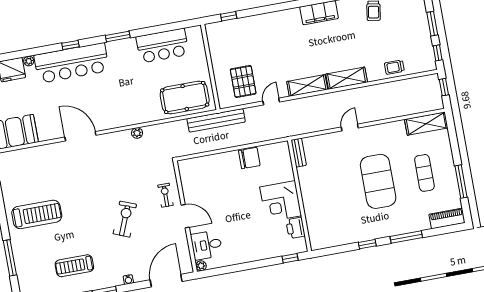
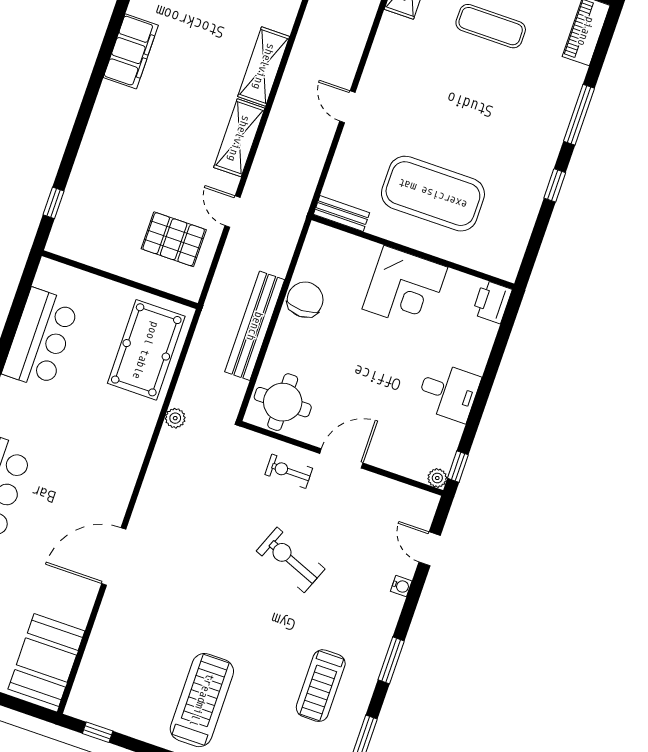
bench: (216, 120) -> (255, 326), moved
plant: (137, 133) -> (175, 418), moved
round table: (196, 174) -> (283, 402), added
exercise mat: (378, 181) -> (433, 194), moved
printer: (296, 228) -> (492, 302), moved, turned 90
desk: (207, 245) -> (449, 392), moved, turned -90
window: (290, 258) -> (458, 467), moved
water cooler: (128, 280) -> (401, 586), moved
door: (166, 281) -> (430, 549), width x0.53

